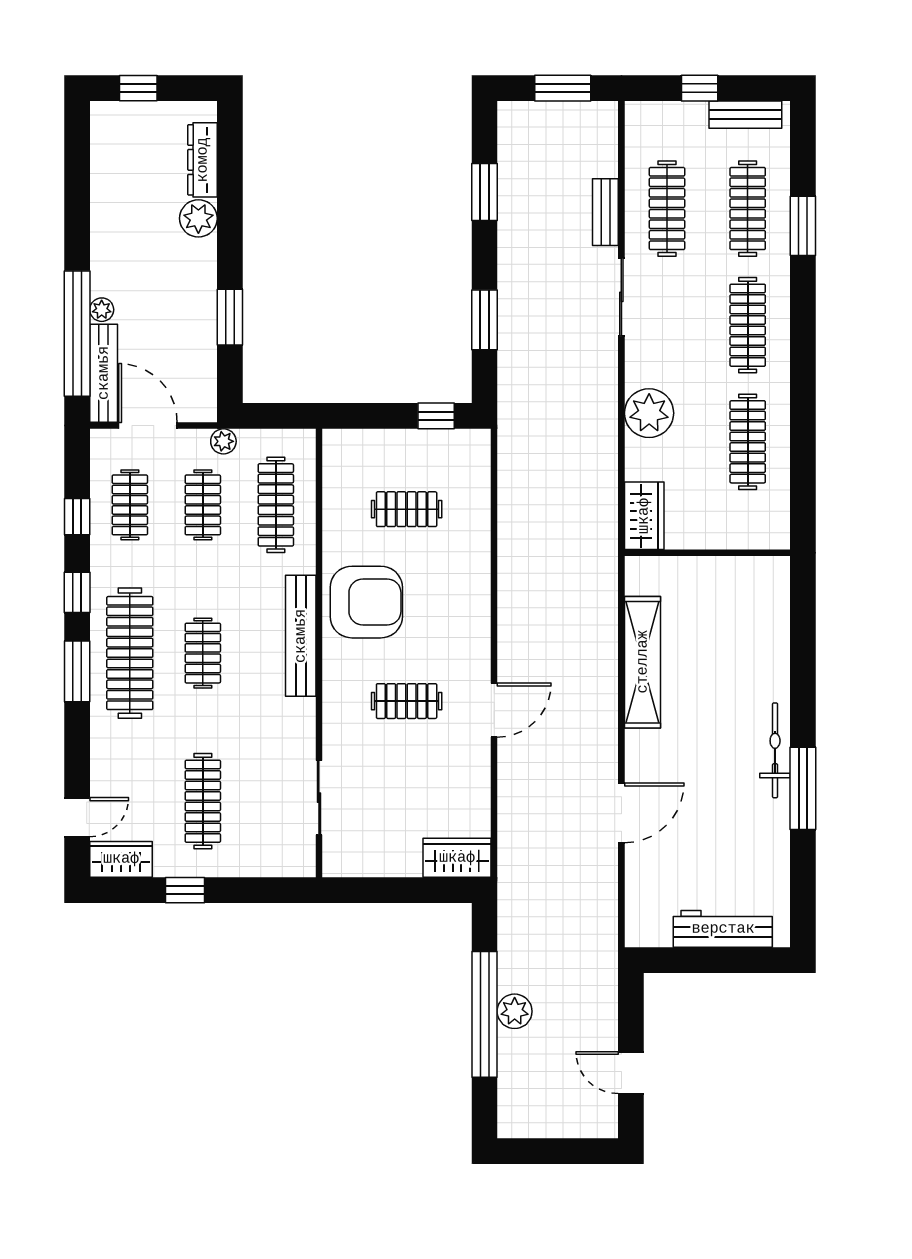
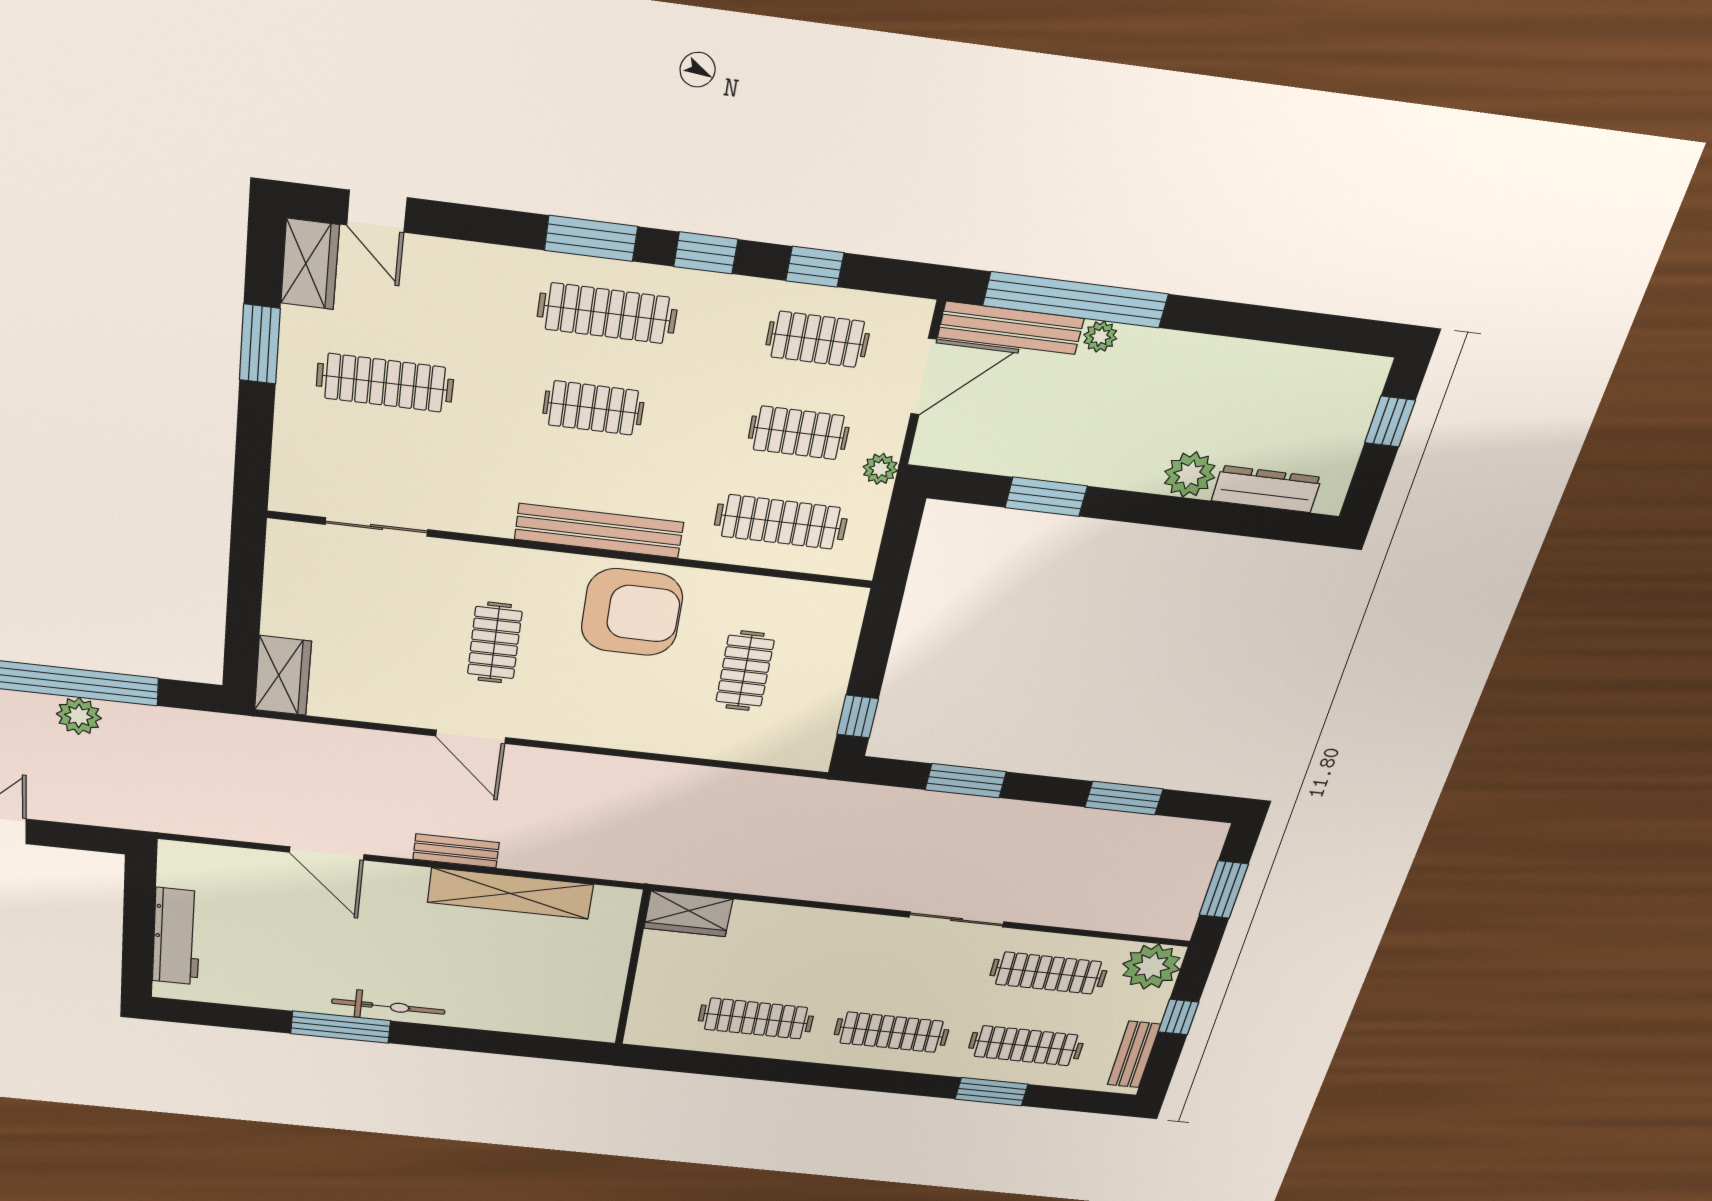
bench: (605, 212) -> (456, 851), moved
plant: (649, 413) -> (1151, 967), moved
armchair: (366, 602) -> (632, 612), turned -90
clothes rail: (130, 653) -> (607, 313), width x0.73, depth x0.76
window: (185, 890) -> (260, 344), width x1.50

